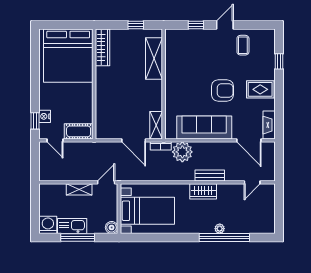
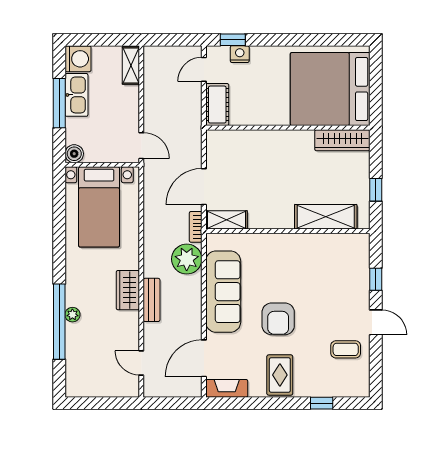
shelving: (79, 189) -> (131, 65), moved

